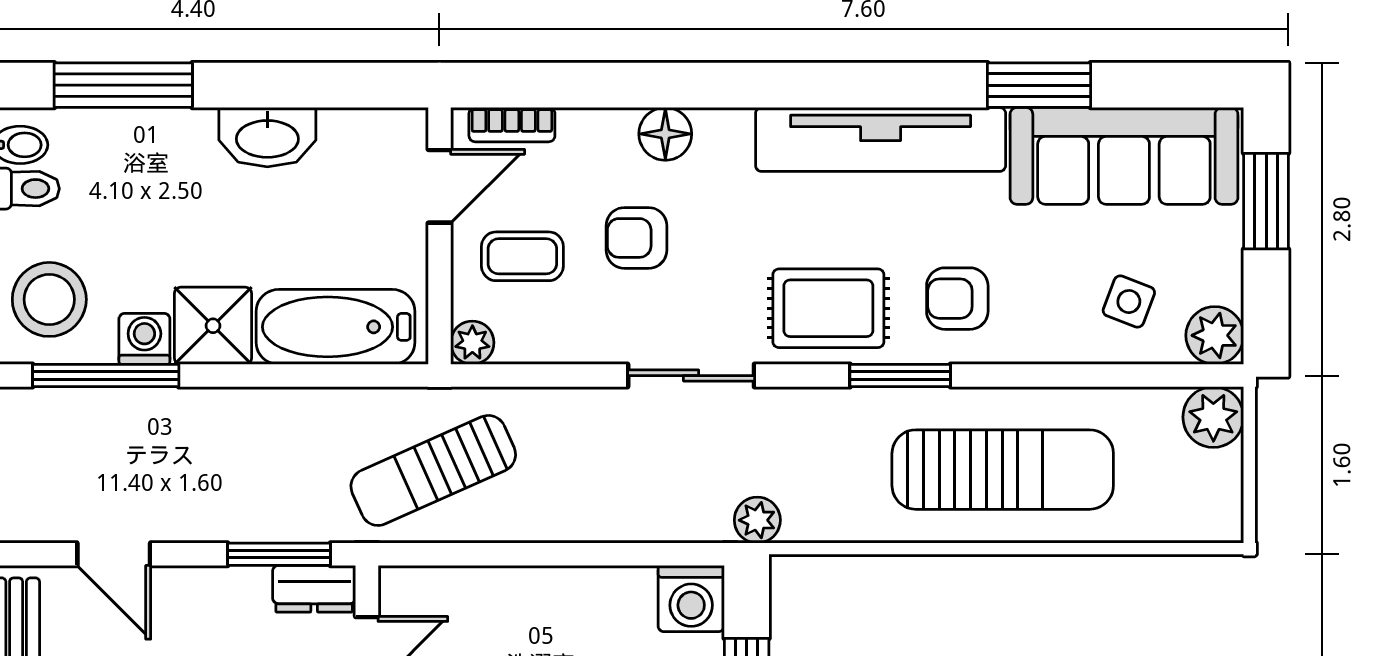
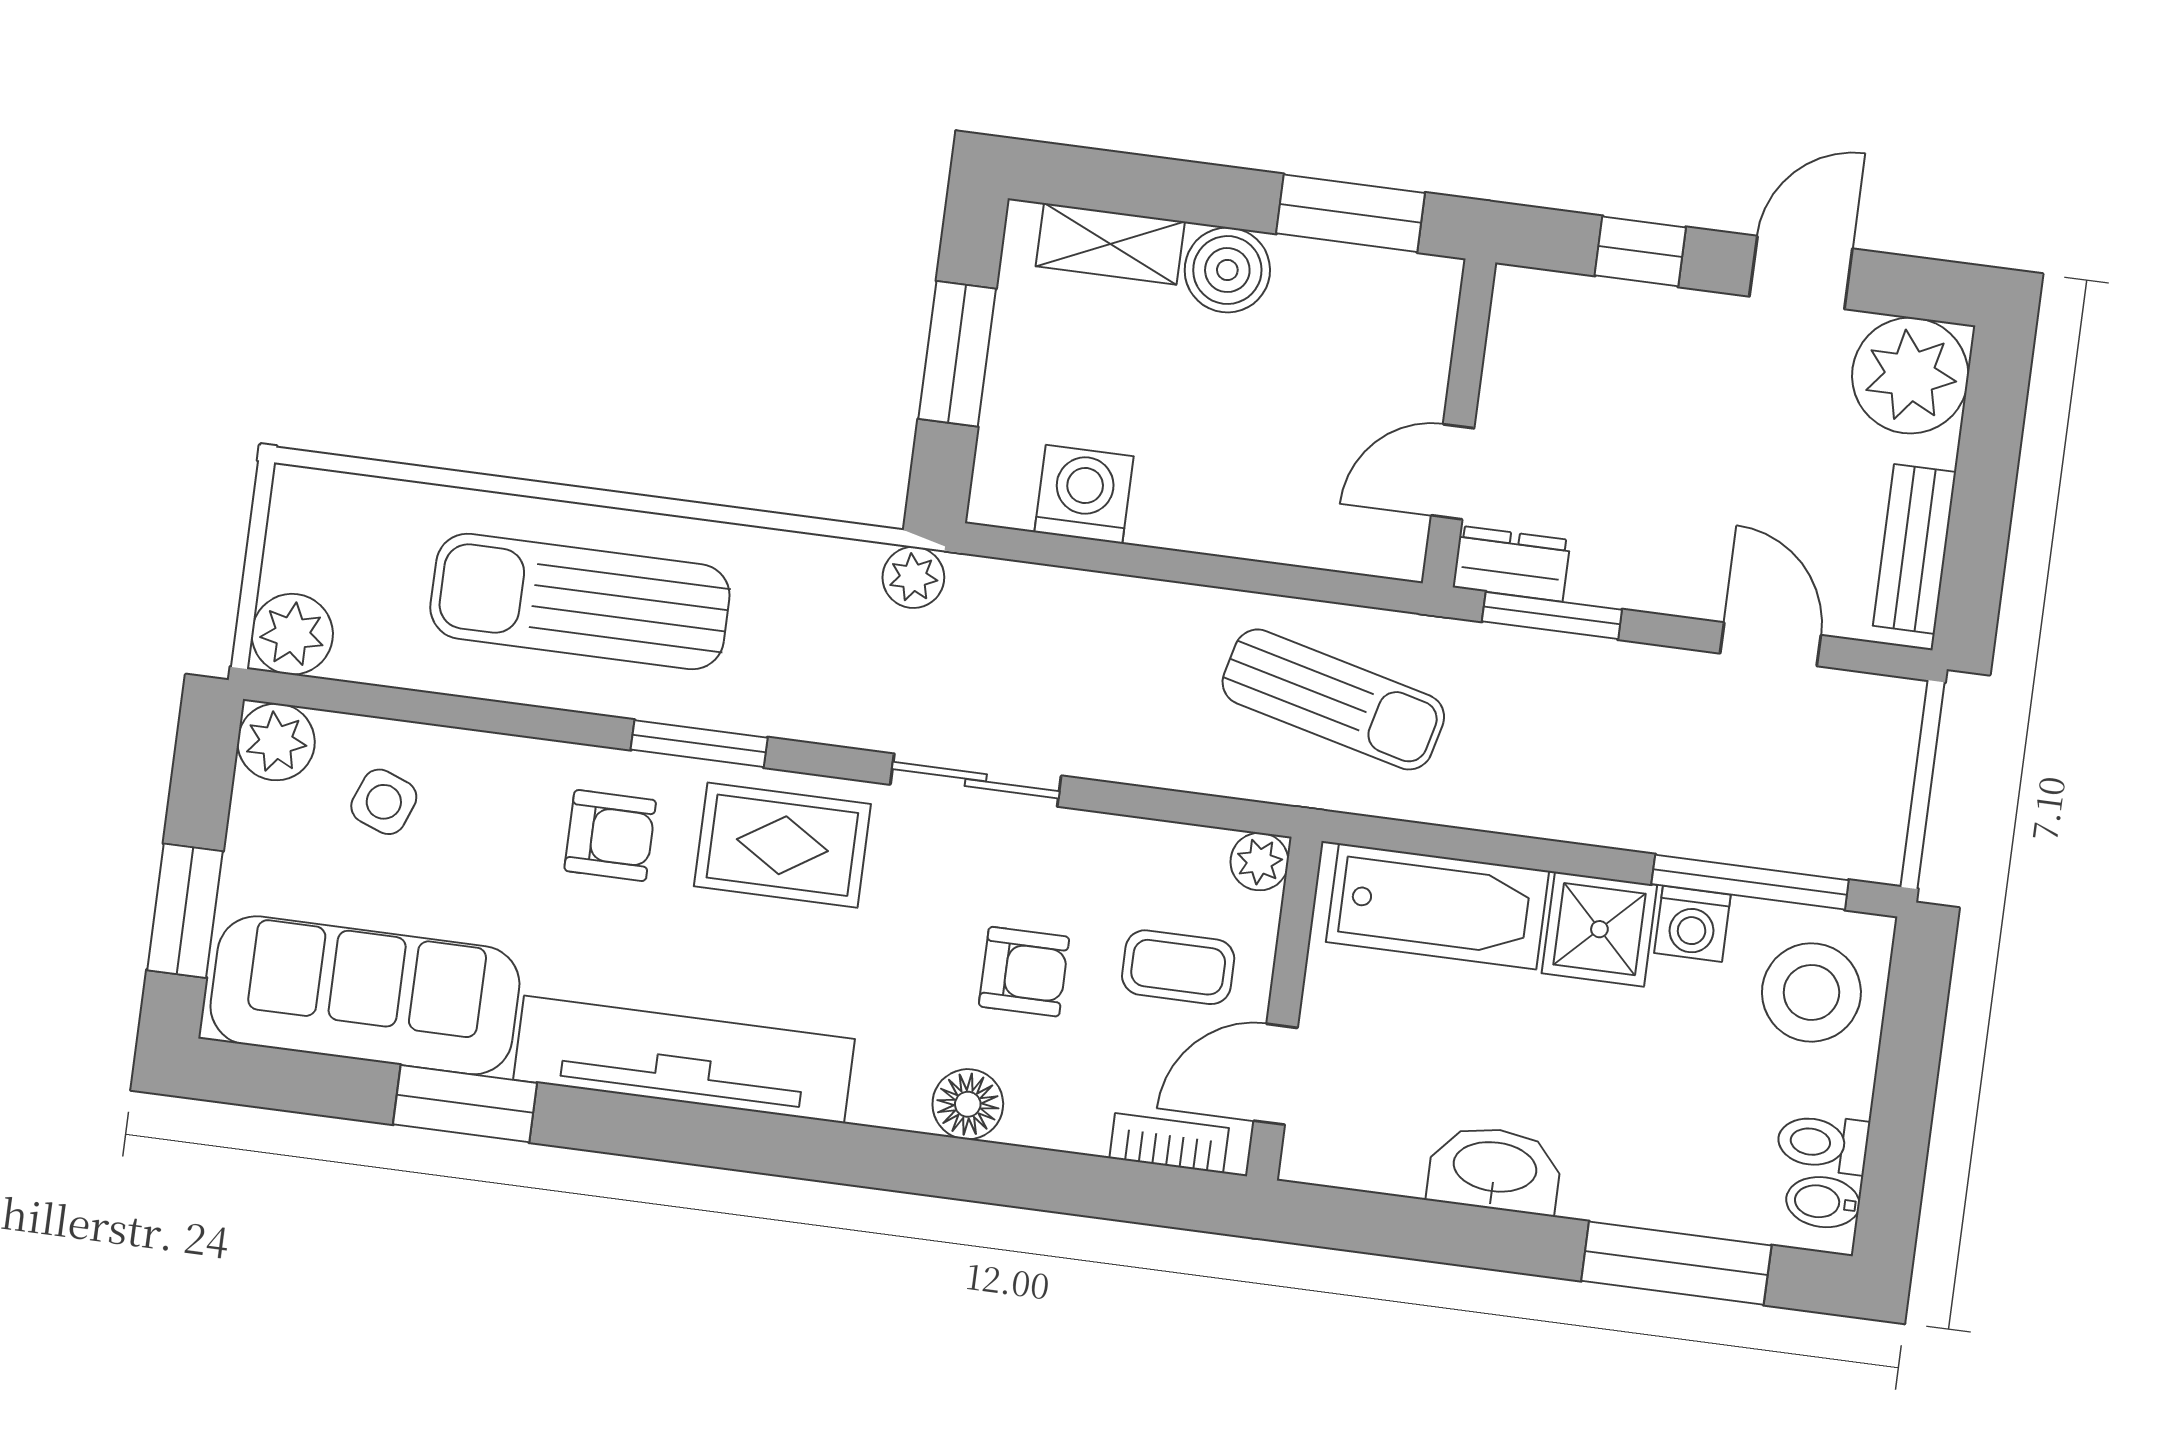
sun lounger: (433, 470) -> (1333, 699), turned 38
washing machine: (691, 599) -> (1084, 494), moved

